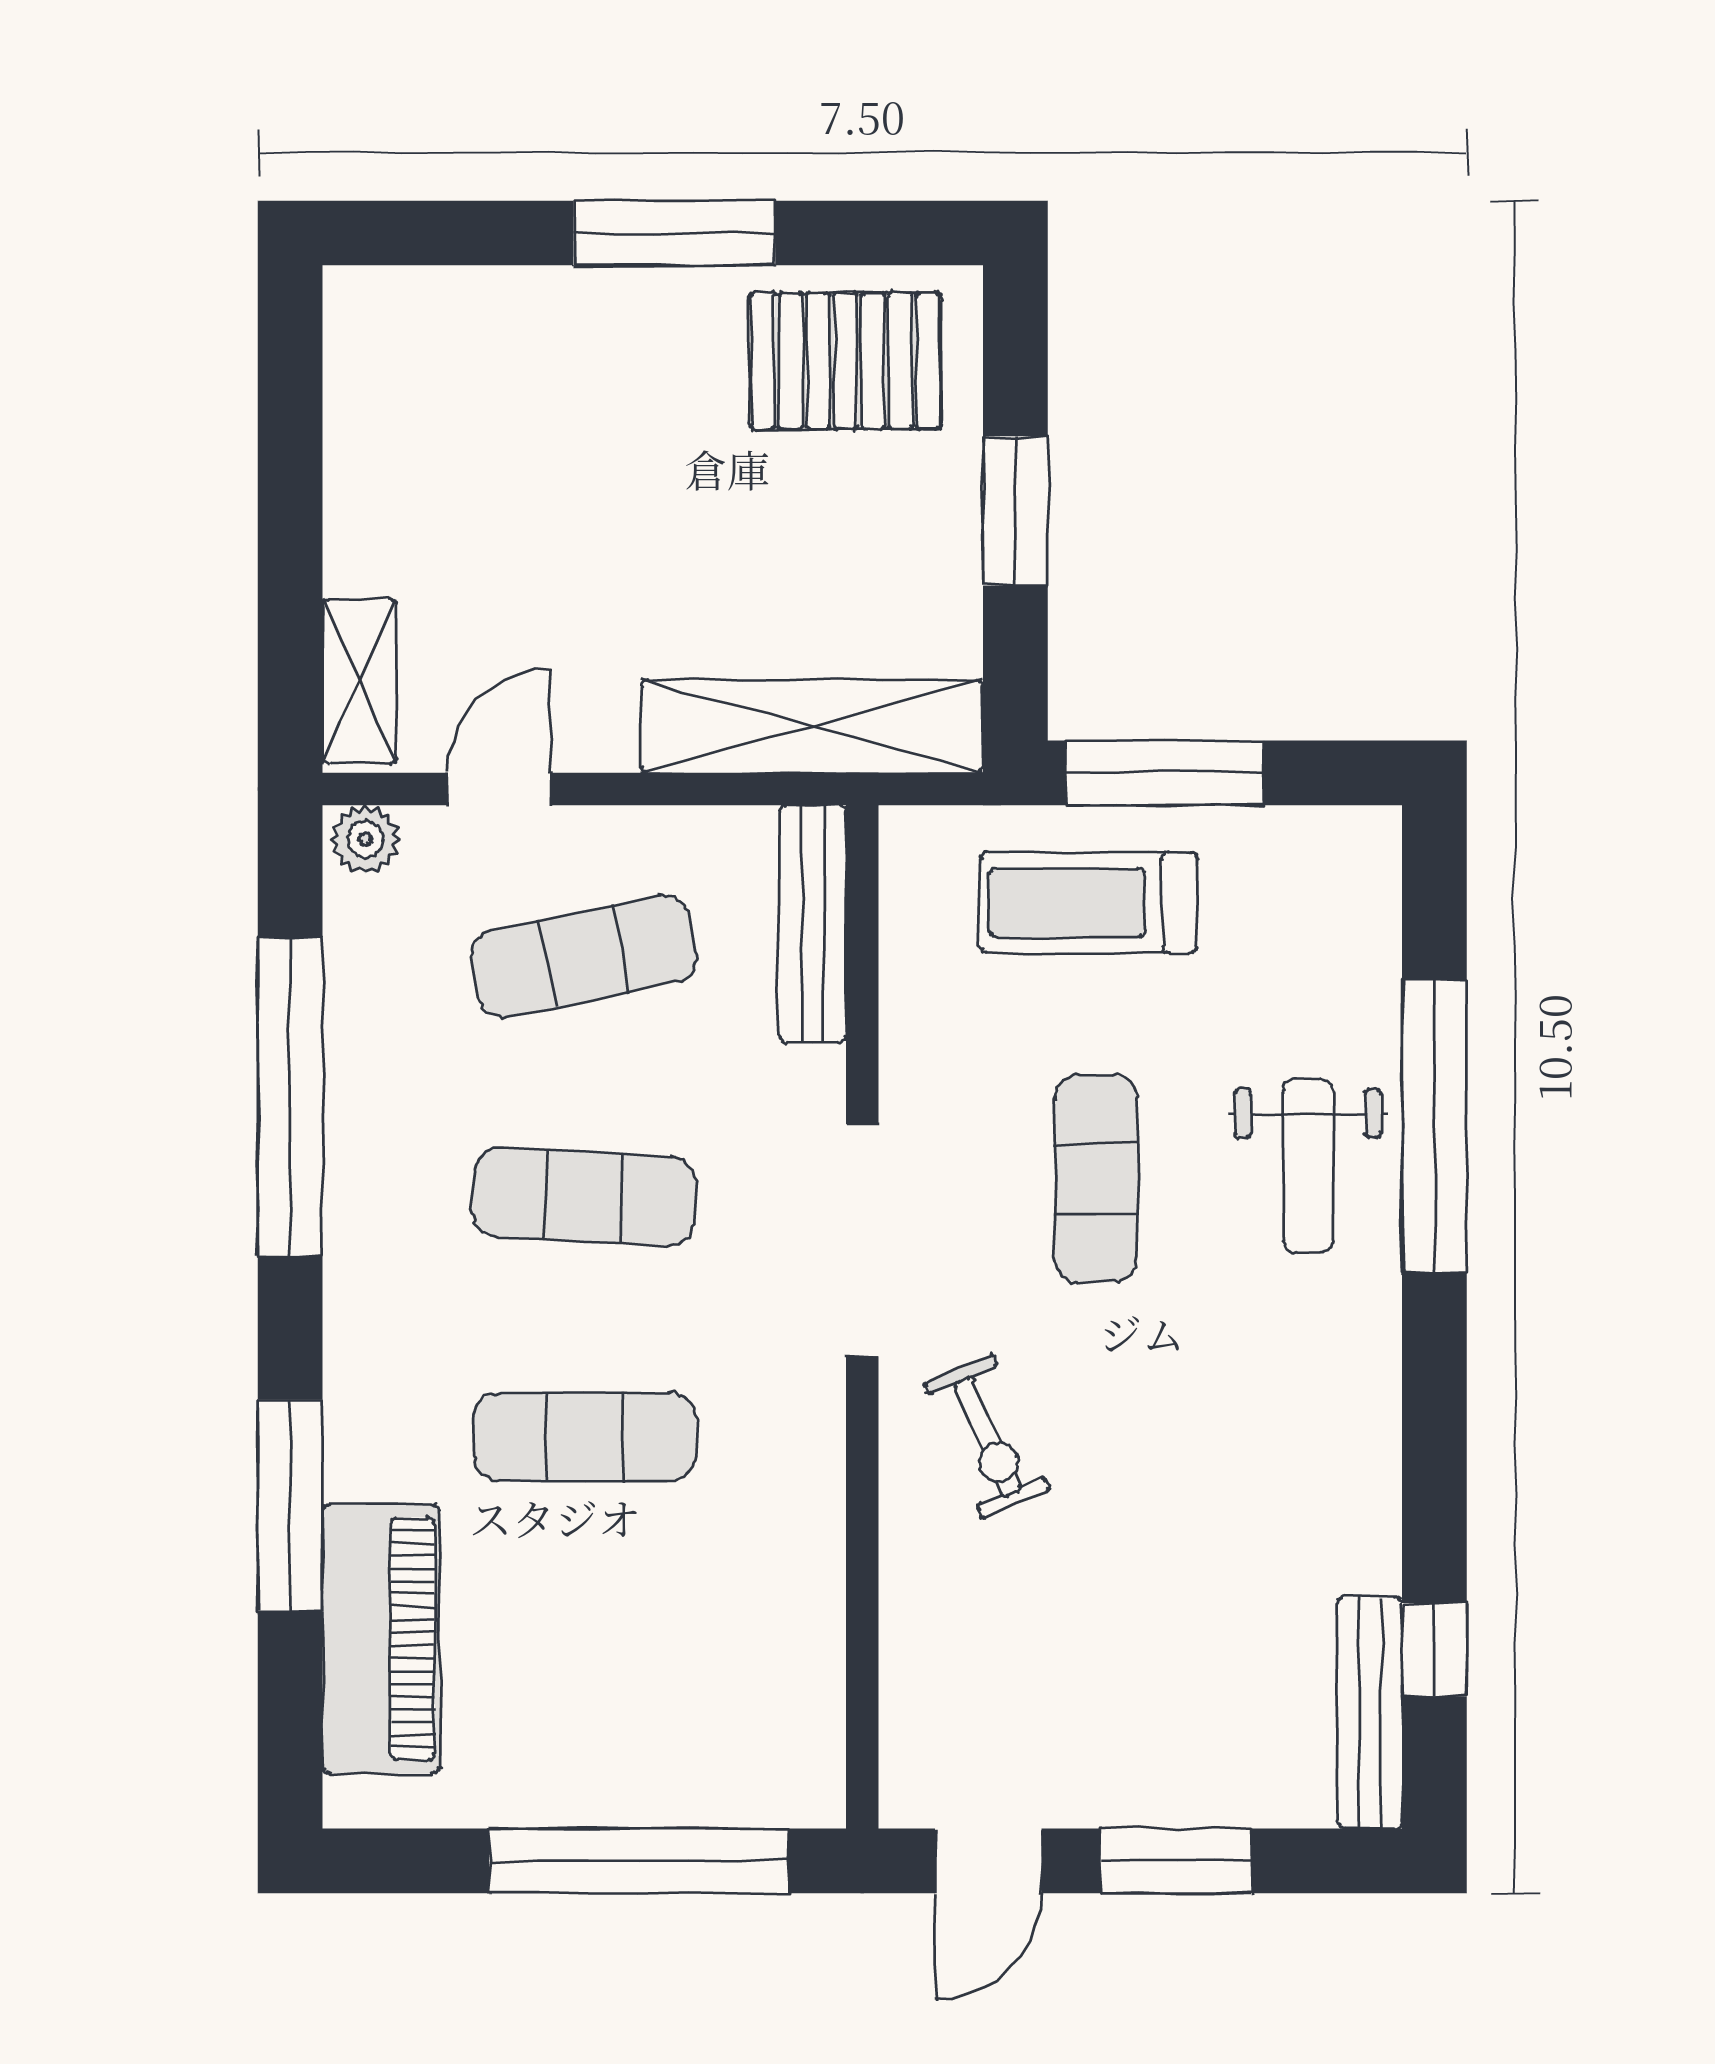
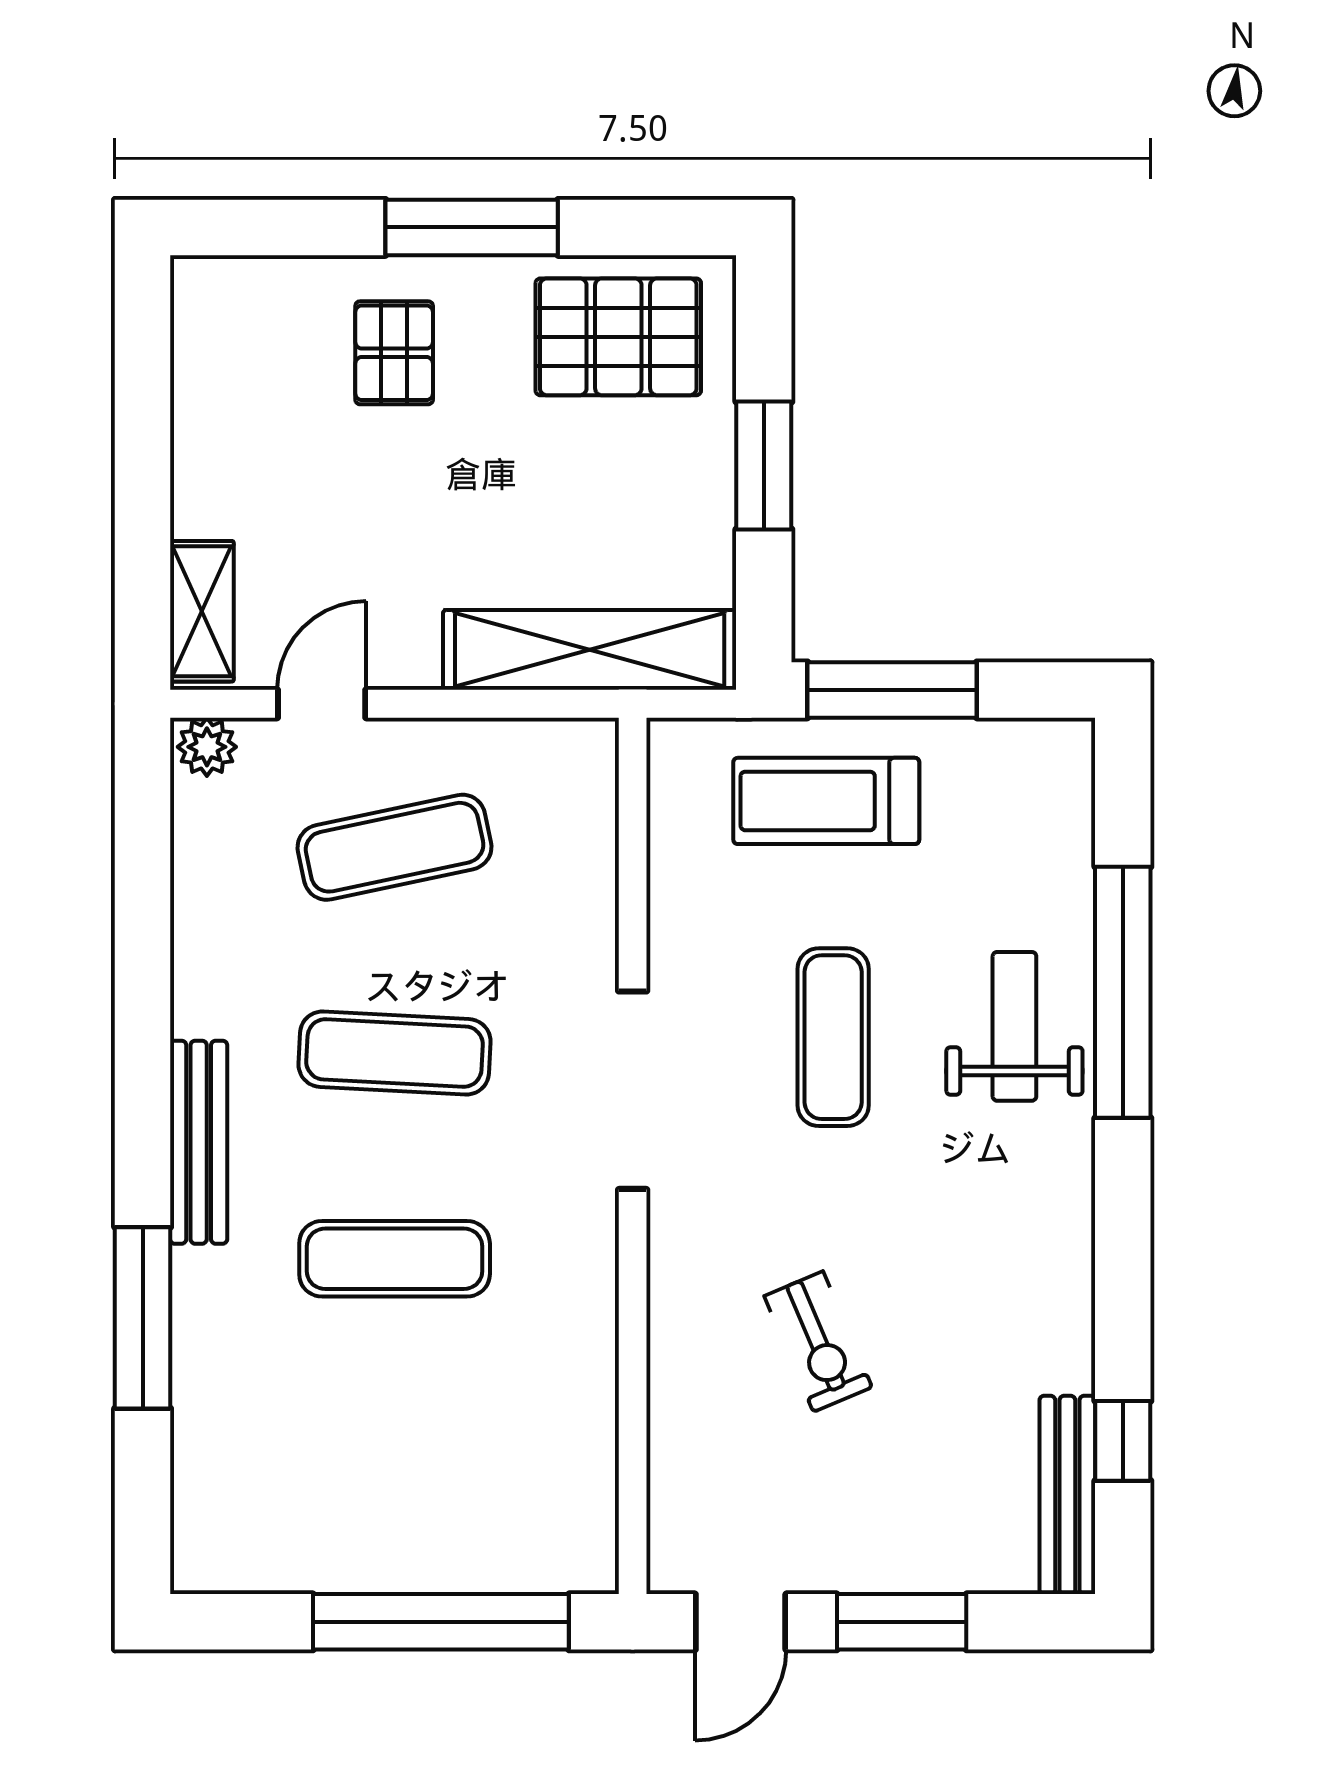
pallet: (584, 379) -> (394, 353), added
bench: (813, 924) -> (199, 1142), moved
window: (290, 1096) -> (143, 967), removed
weight bench: (1308, 1166) -> (1014, 1026), turned 180
exercise bike: (988, 1437) -> (818, 1342), moved
piano: (381, 1639) -> (220, 1432), removed

